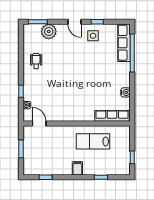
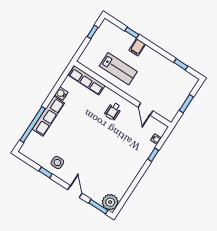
door: (74, 22) -> (75, 192), moved
plant: (49, 31) -> (110, 202), moved
row of seats: (124, 43) -> (48, 116), moved
wheelchair: (36, 61) -> (113, 111), moved
door: (39, 124) -> (145, 109), moved
filing cabinet: (77, 168) -> (137, 47), moved

